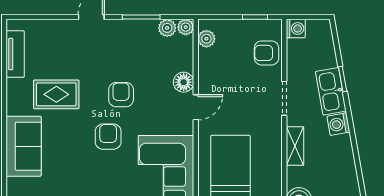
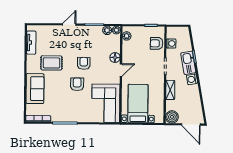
washing machine: (296, 28) -> (171, 44), moved

